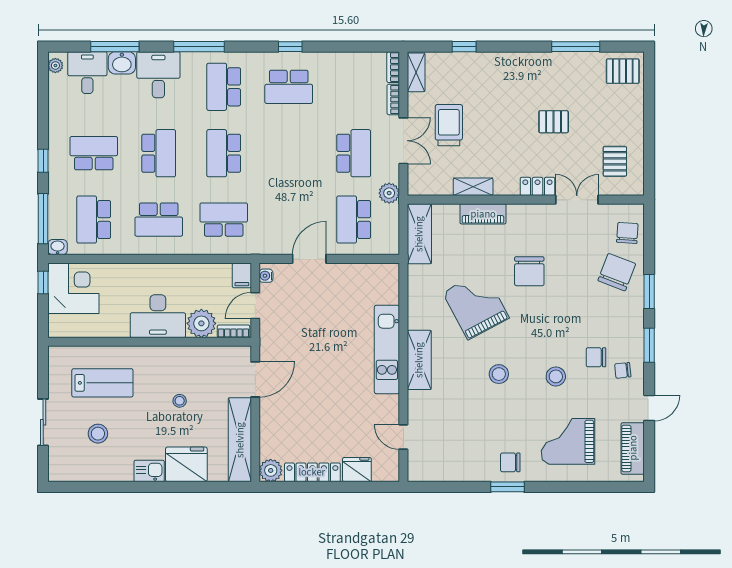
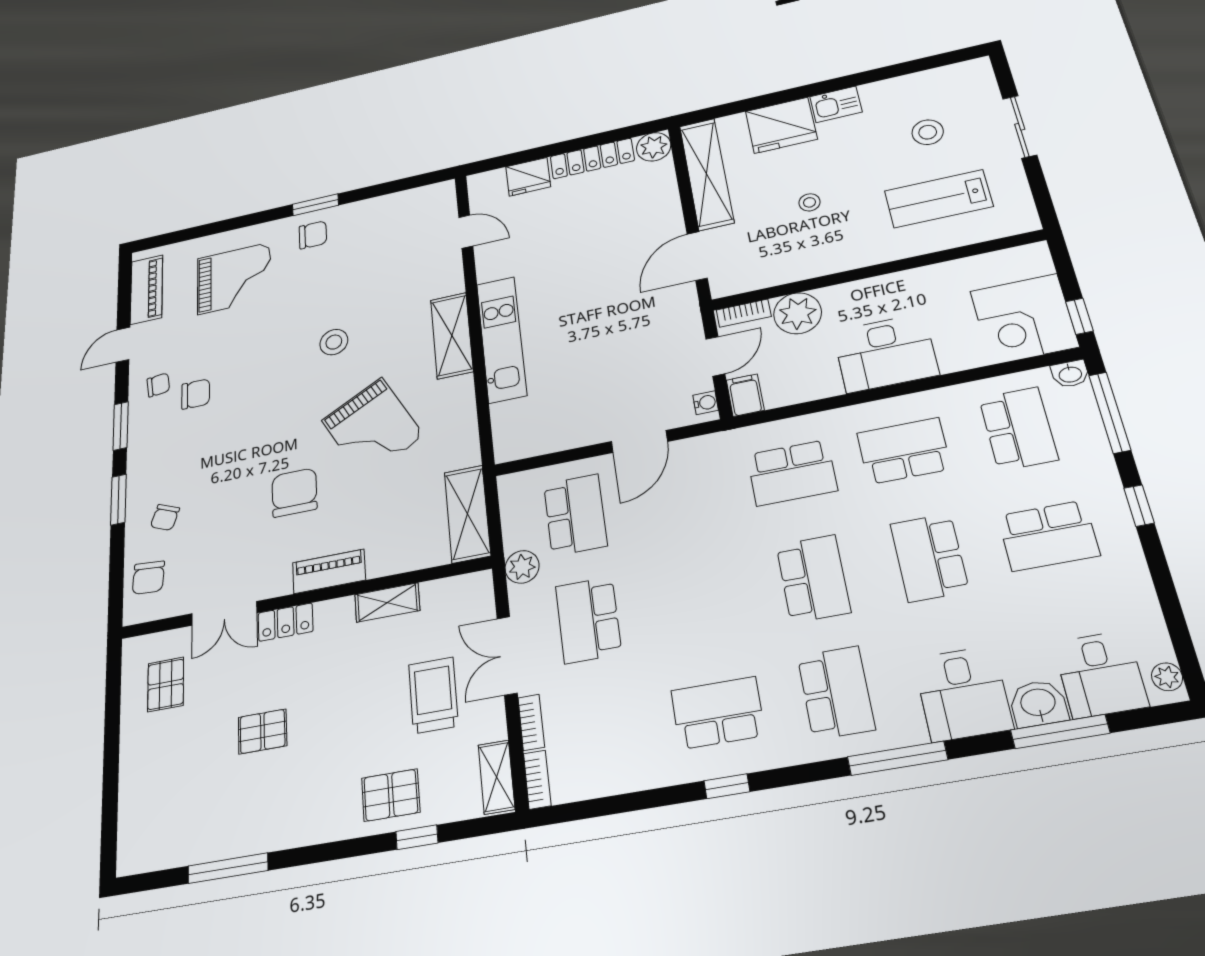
pallet: (623, 71) -> (391, 795), moved
trolley: (449, 125) -> (433, 695), turned 180
piano: (483, 214) -> (329, 571), moved
chair: (617, 272) -> (165, 517), width x0.54, depth x0.54
desk: (158, 316) -> (885, 353), moved, turned 180
stool: (556, 376) -> (252, 357), removed

